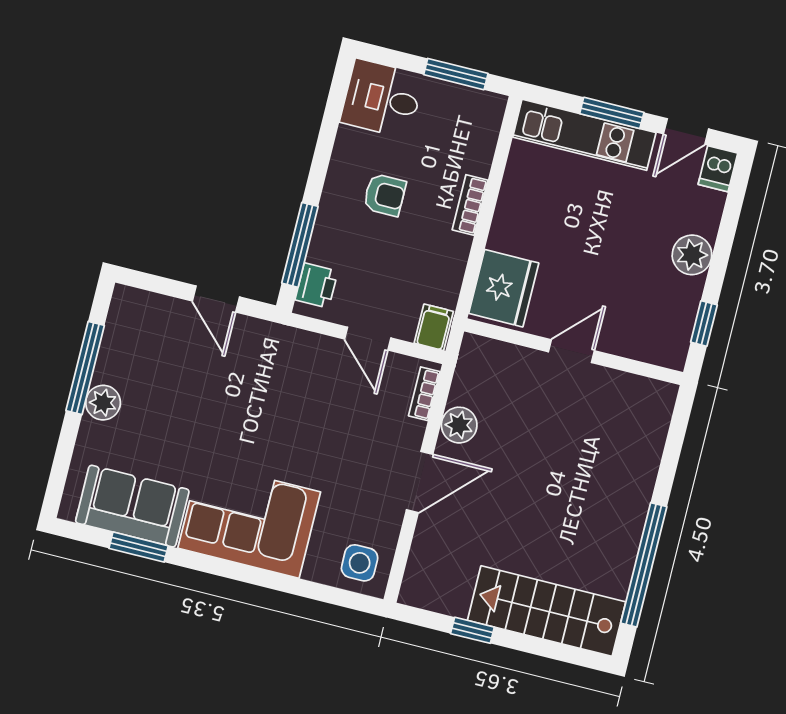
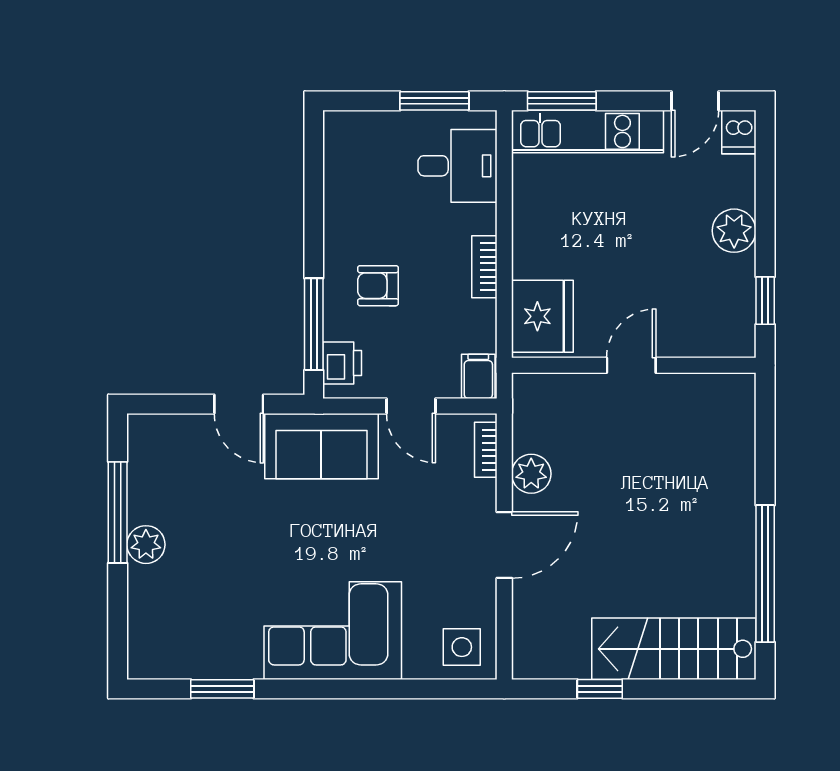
desk: (382, 99) -> (457, 166), moved, turned 180
window: (612, 113) -> (562, 101), moved
armchair: (385, 195) -> (378, 286), moved, turned 180
bookcase: (470, 205) -> (484, 267), moved
sofa: (132, 506) -> (321, 446), moved, turned 180

